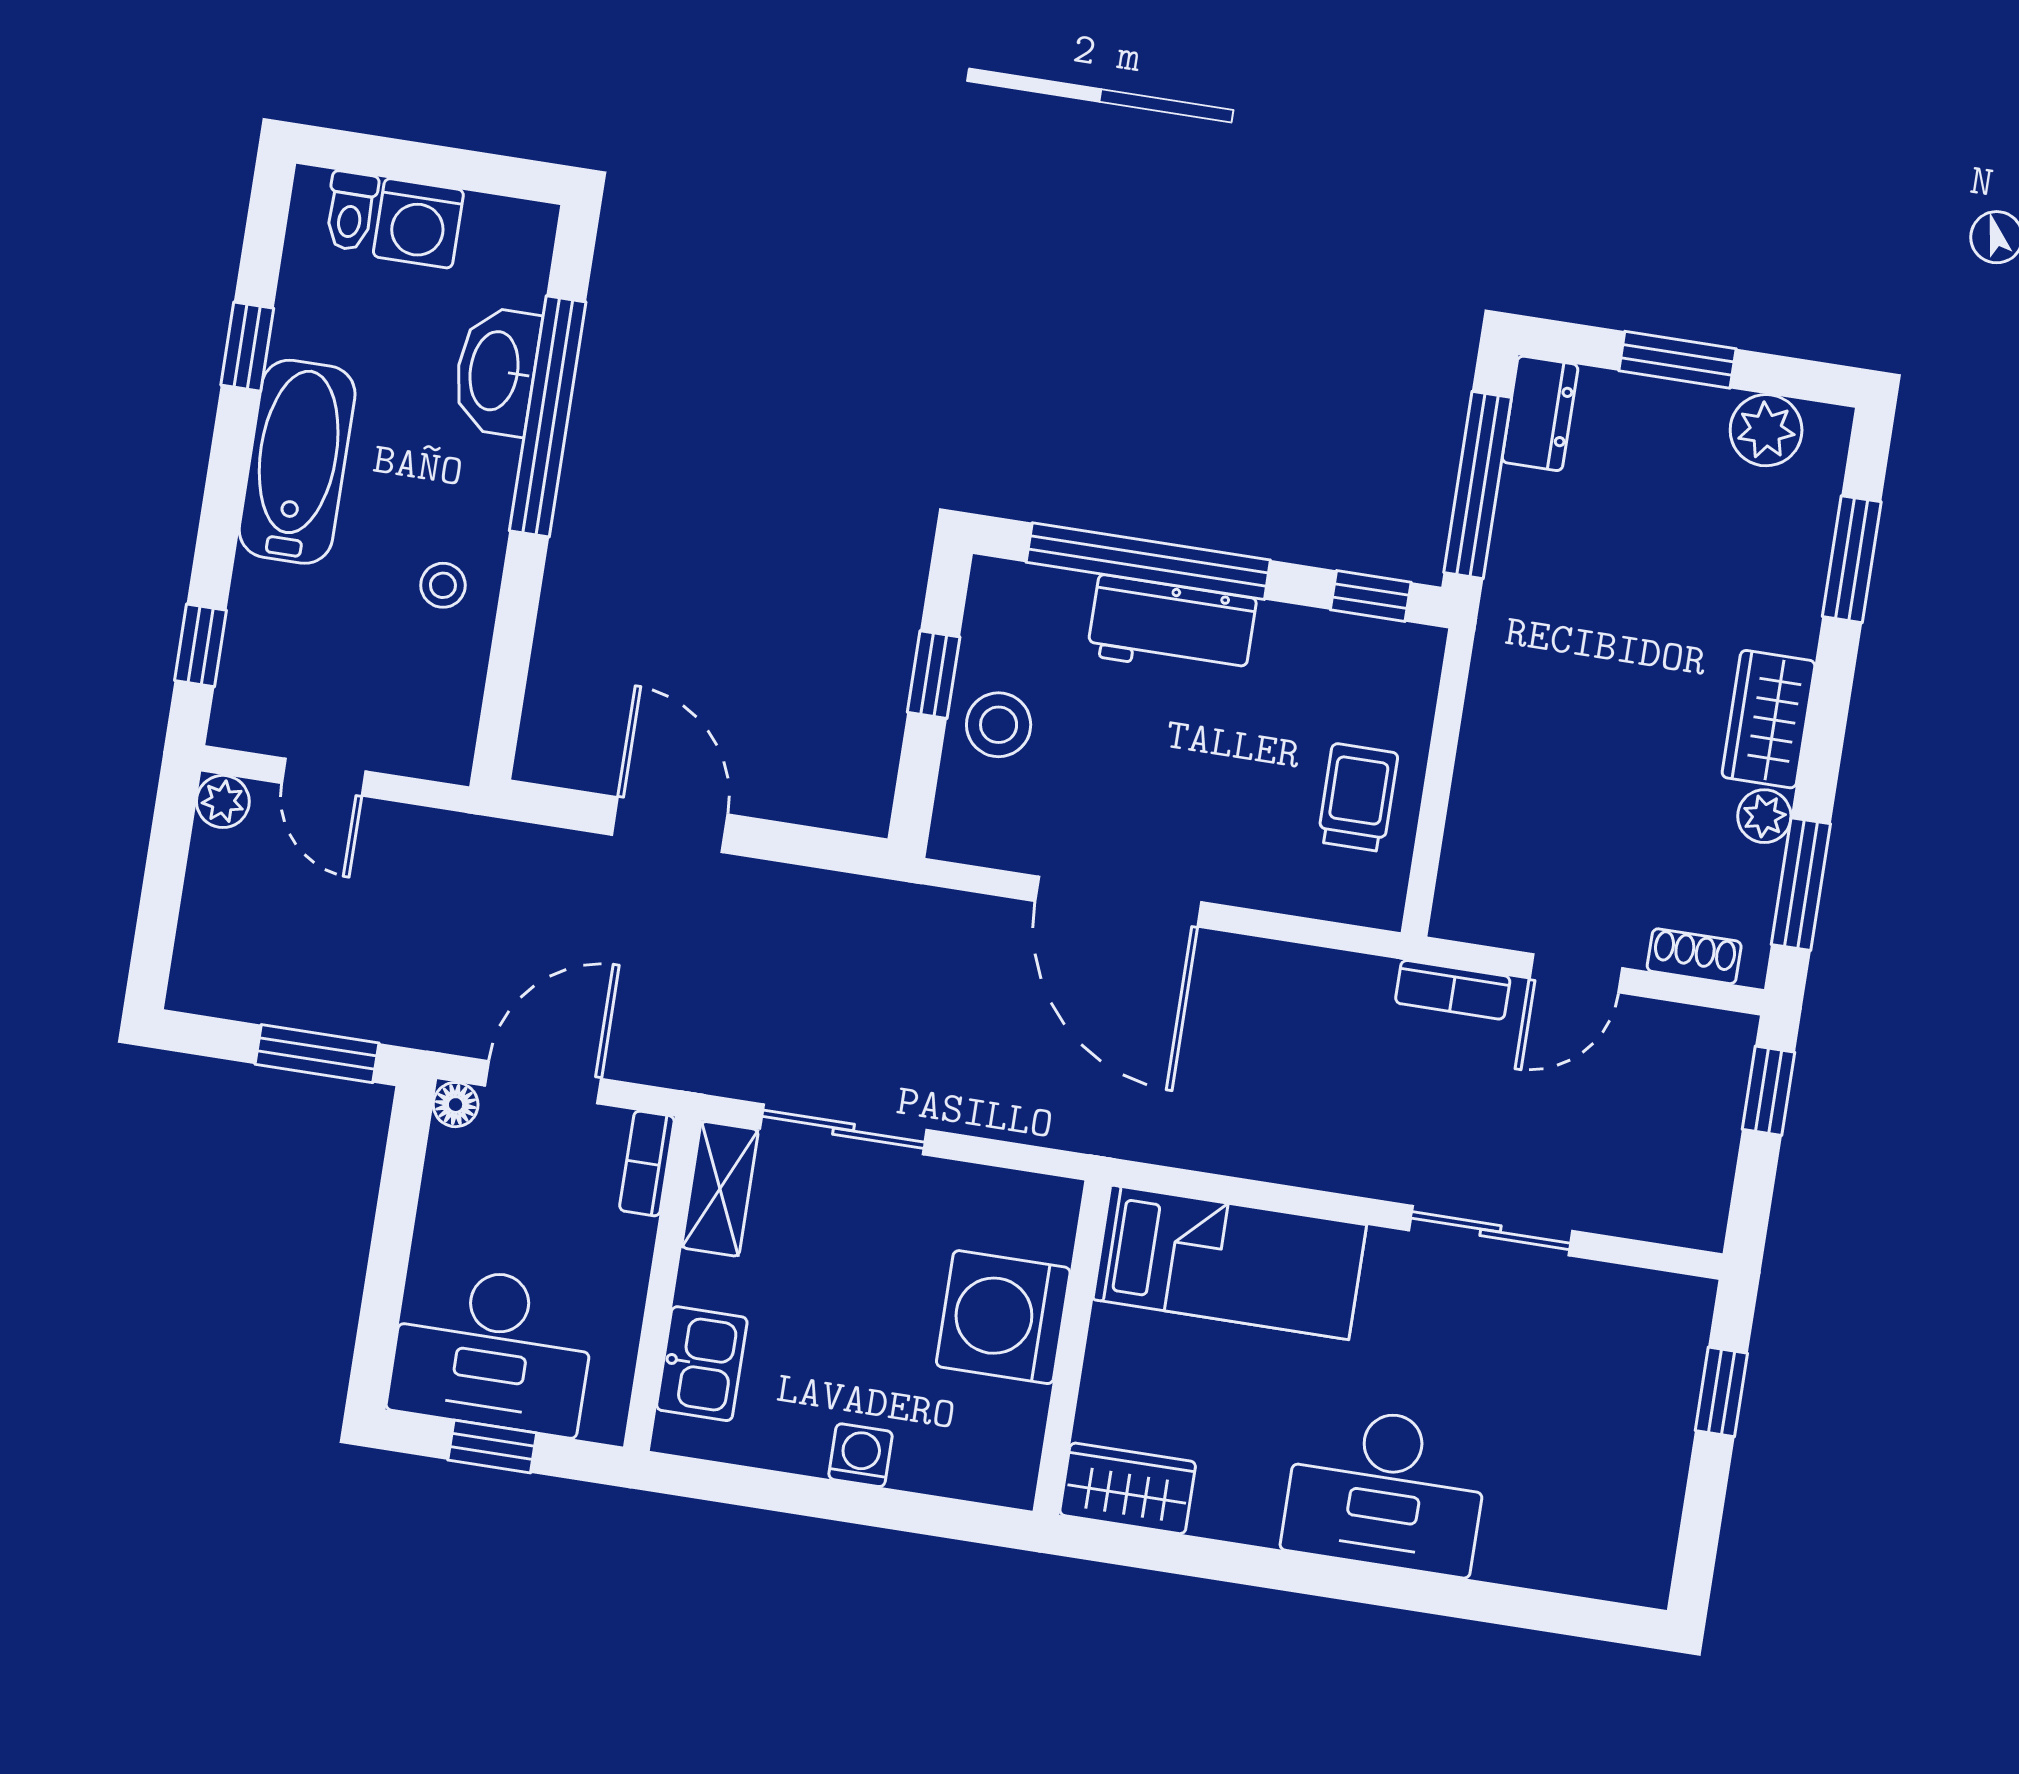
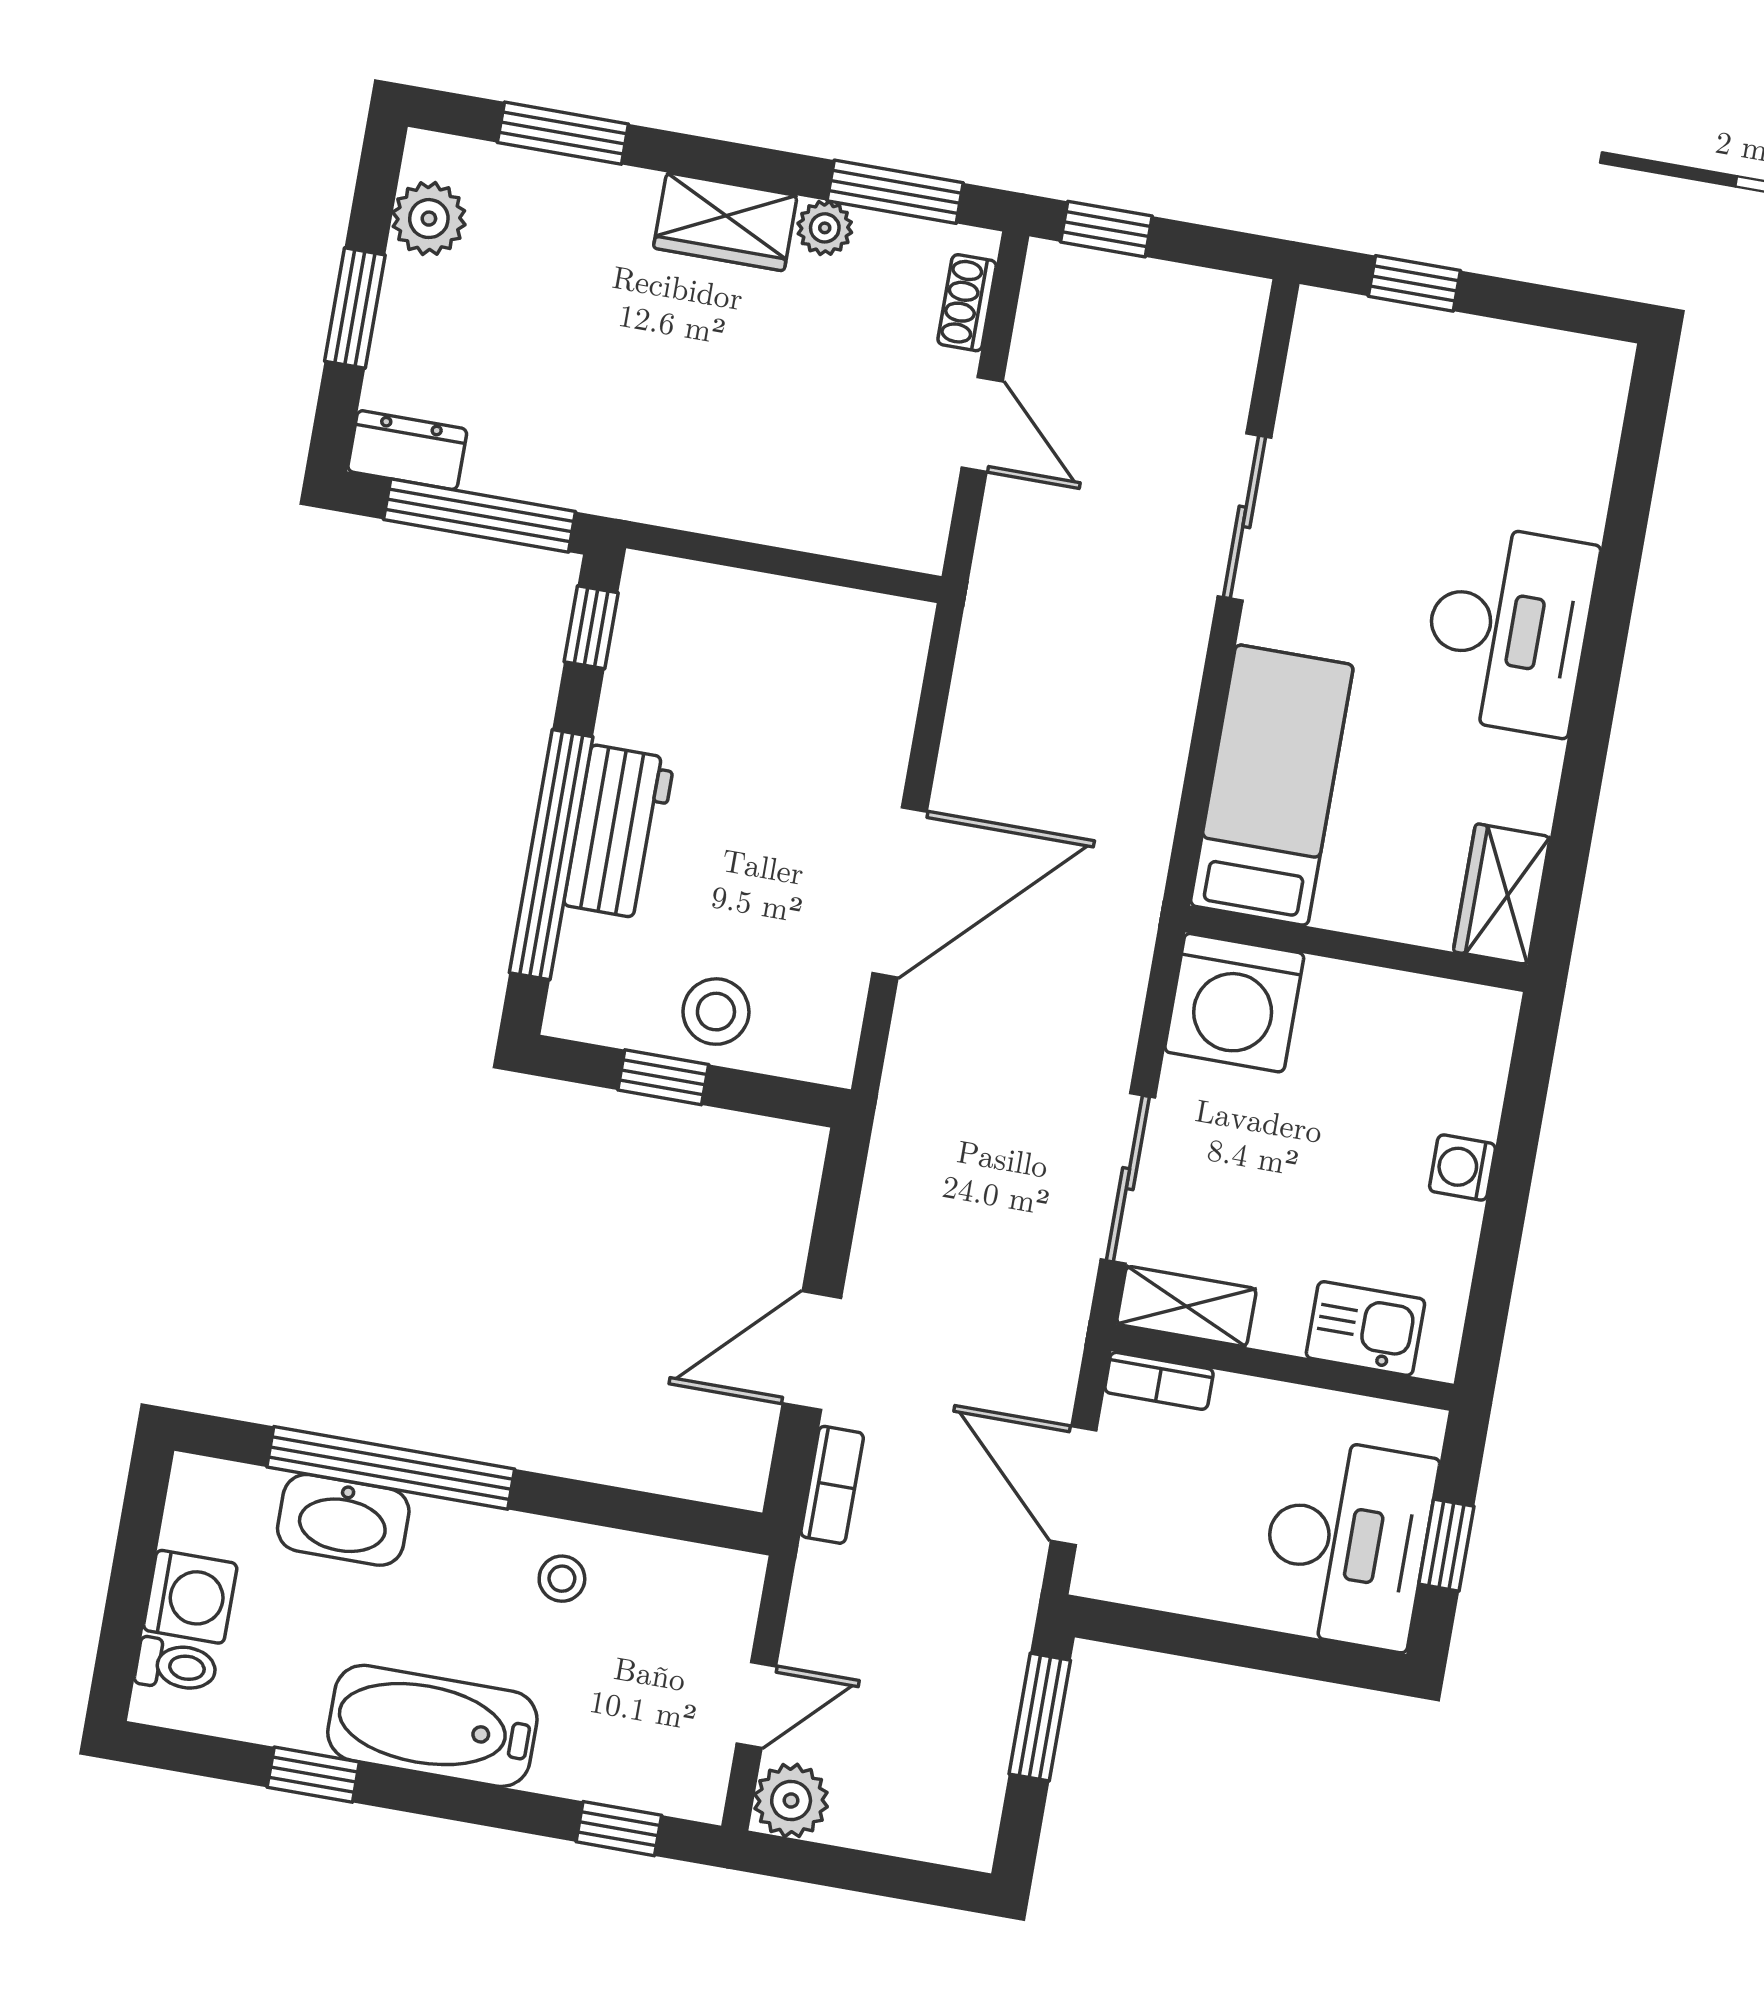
trolley: (1358, 797) -> (798, 645), removed
plant: (223, 801) -> (791, 1800), width x1.38, depth x1.38
bookcase: (1453, 990) -> (832, 1485), moved
floor lamp: (456, 1105) -> (1095, 1576), removed
washing machine: (1003, 1317) -> (1234, 1003), moved

